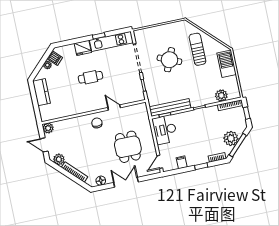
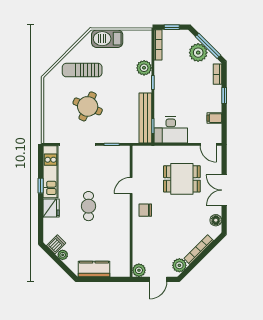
plant: (221, 95) -> (144, 68), moved

